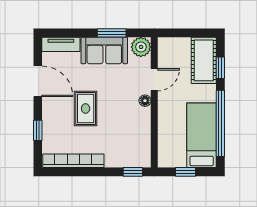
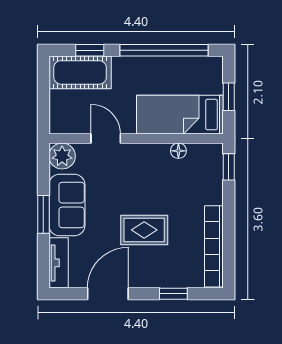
window: (112, 33) -> (43, 214), moved
floor lamp: (145, 101) -> (178, 151), moved
bed: (202, 135) -> (180, 115), moved

